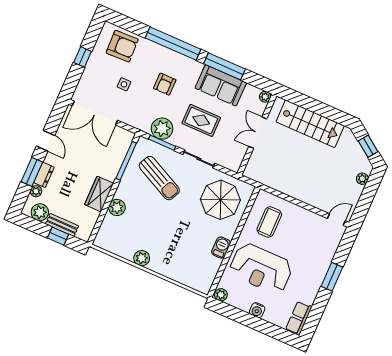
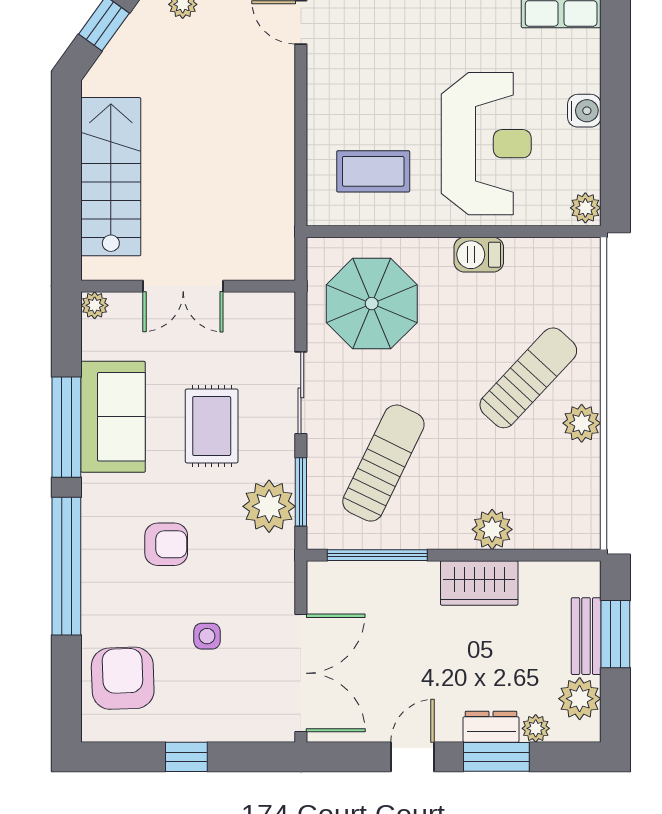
window: (58, 236) -> (615, 634), width x1.50
sun lounger: (167, 246) -> (528, 378), added

